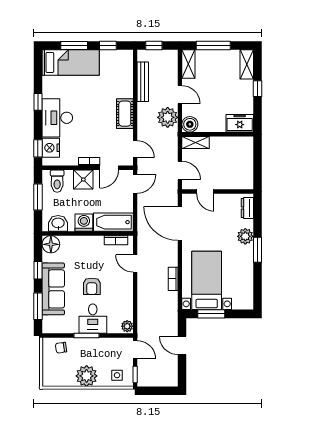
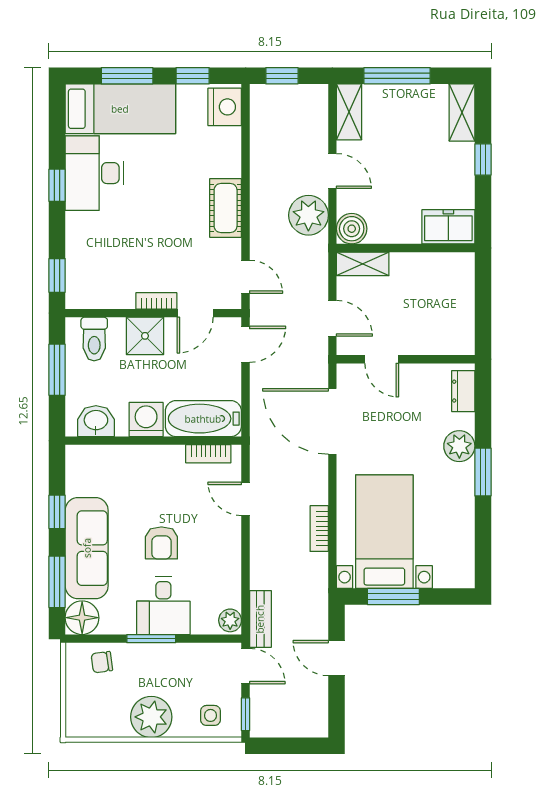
bench: (143, 82) -> (260, 619), moved, width x0.73
desk: (57, 118) -> (94, 173), moved
nightstand: (51, 148) -> (225, 107), moved, turned 180
floor lamp: (51, 244) -> (82, 618), moved

